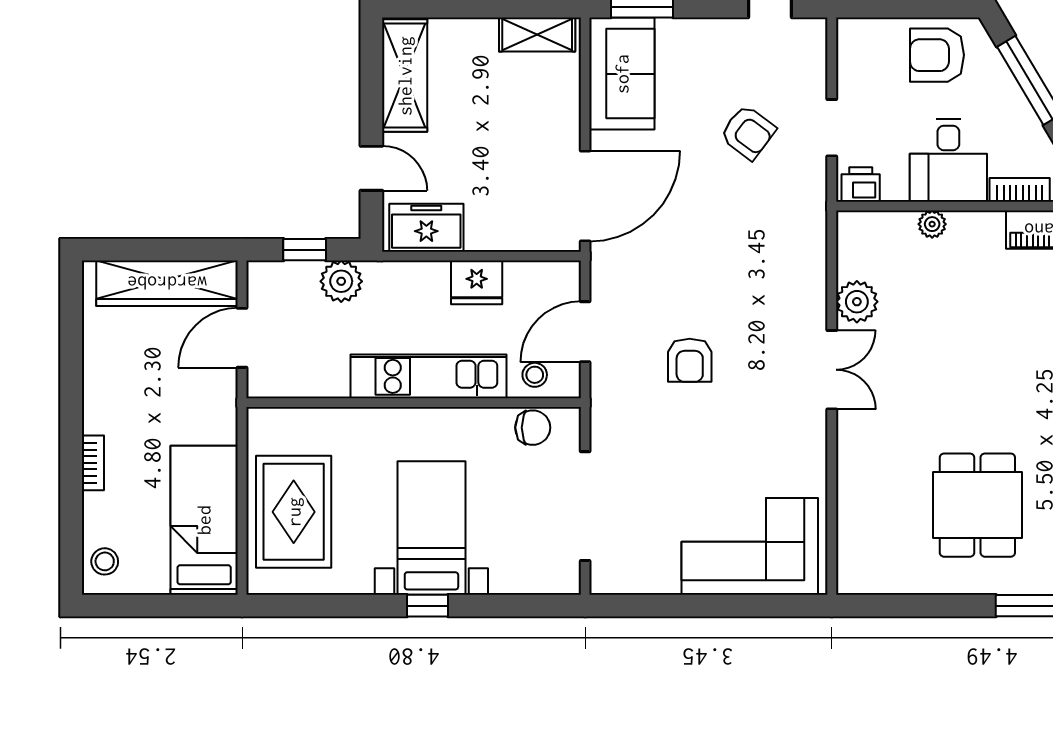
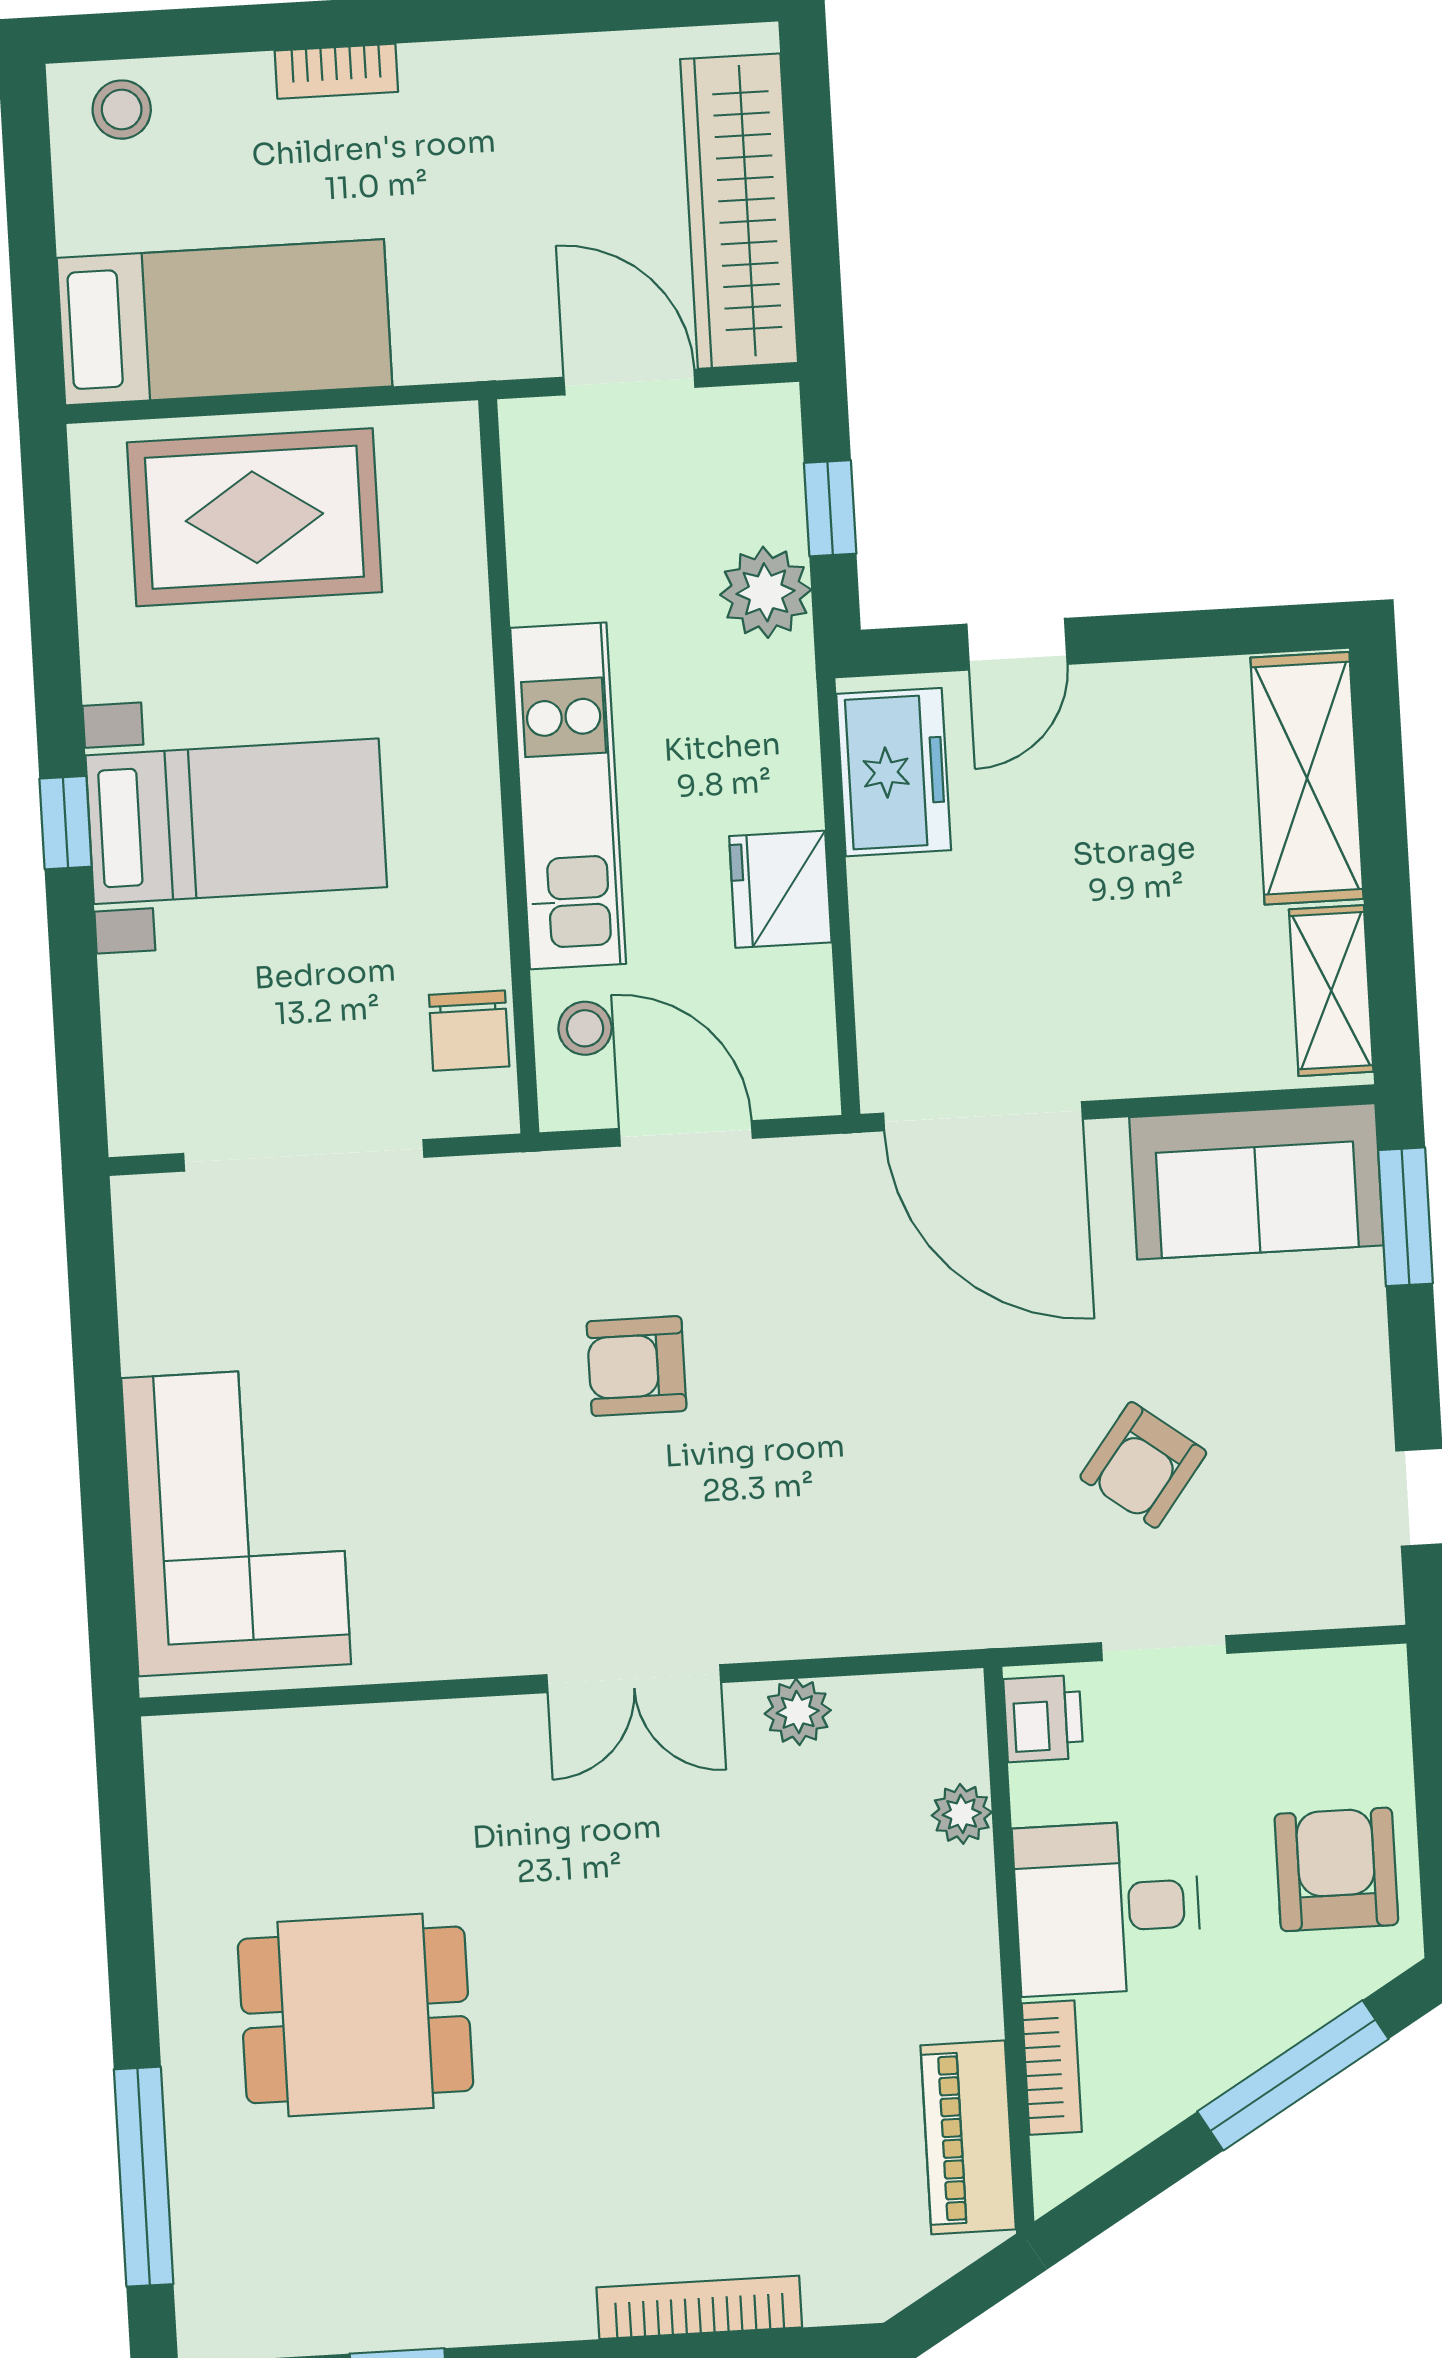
shelving: (405, 76) -> (1307, 778), moved, turned 90
plant: (932, 224) -> (962, 1814), moved
plant: (857, 302) -> (798, 1712), width x0.73, depth x0.73

